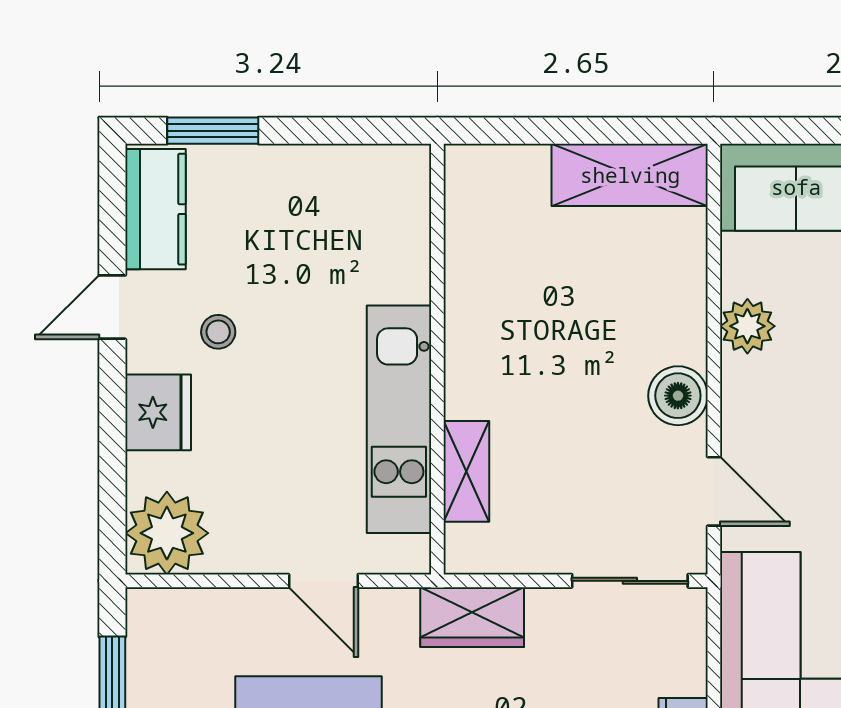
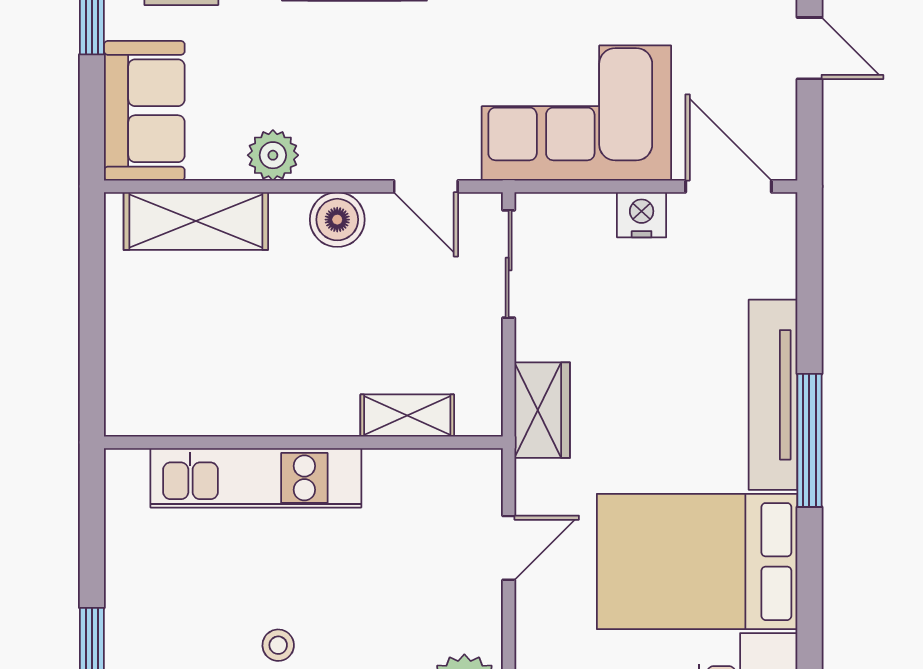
shelving: (630, 175) -> (196, 221), moved, turned 90
kitchen unit: (399, 419) -> (256, 478), moved
door: (714, 491) -> (426, 186), swing flipped

